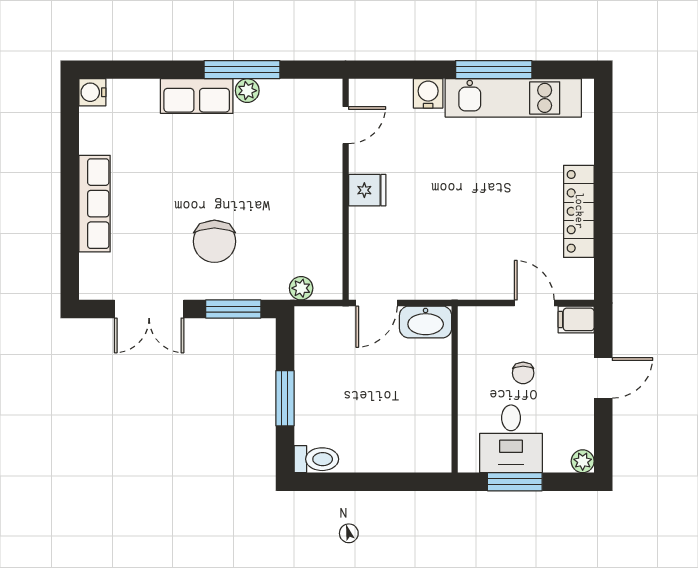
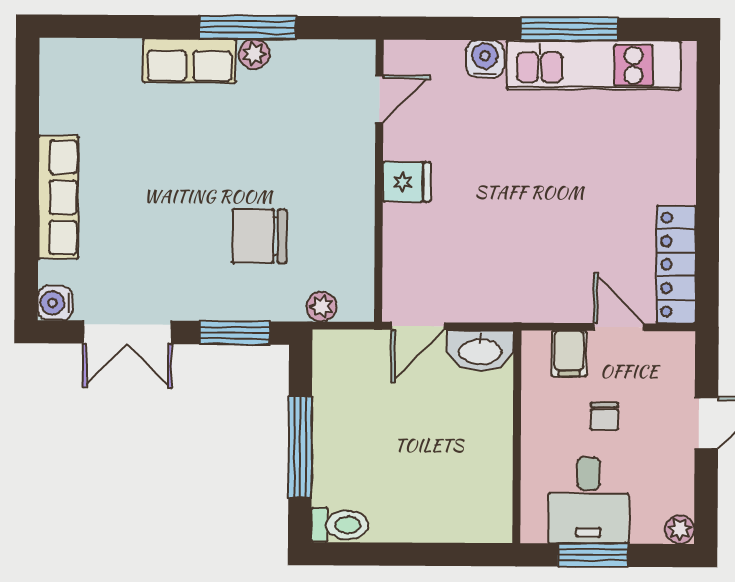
water cooler: (92, 92) -> (55, 303), moved
locker: (579, 211) -> (676, 265), moved
chair: (214, 241) -> (260, 236), moved, turned 90
filing cabinet: (576, 319) -> (569, 354), moved, turned -90
window: (285, 398) -> (300, 447), width x1.44

